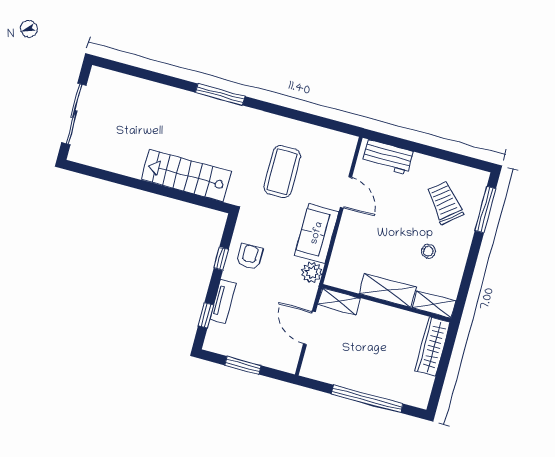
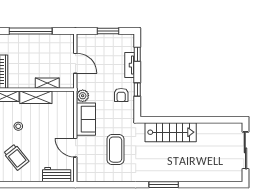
shelving: (339, 301) -> (47, 83), moved

